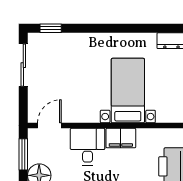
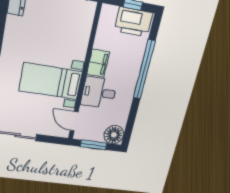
bed with nightstands: (128, 91) -> (51, 81), moved

